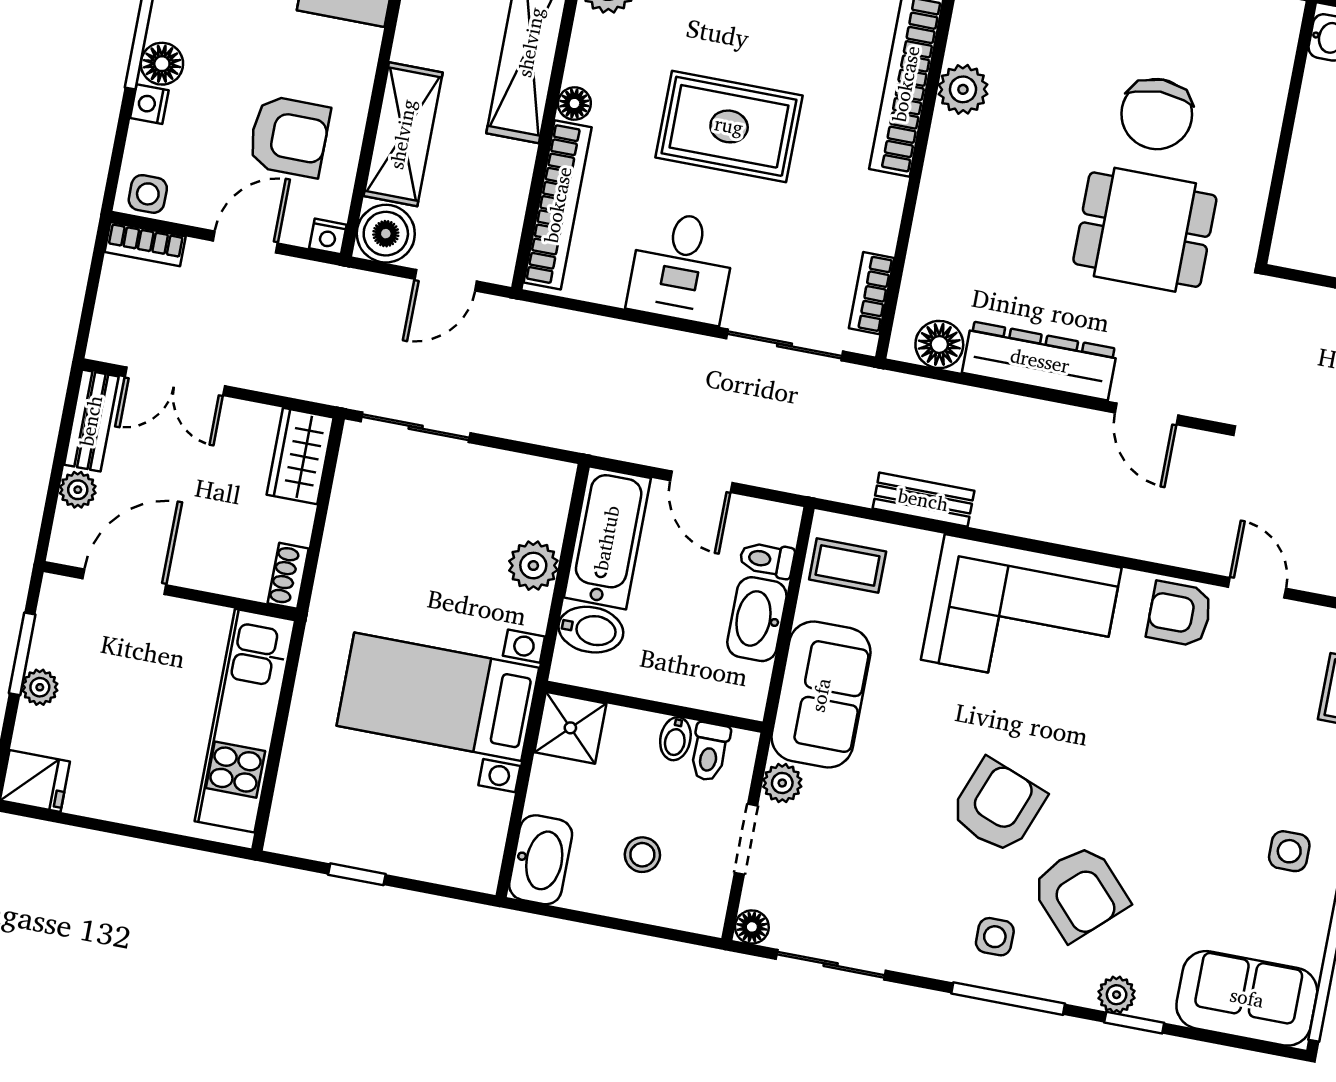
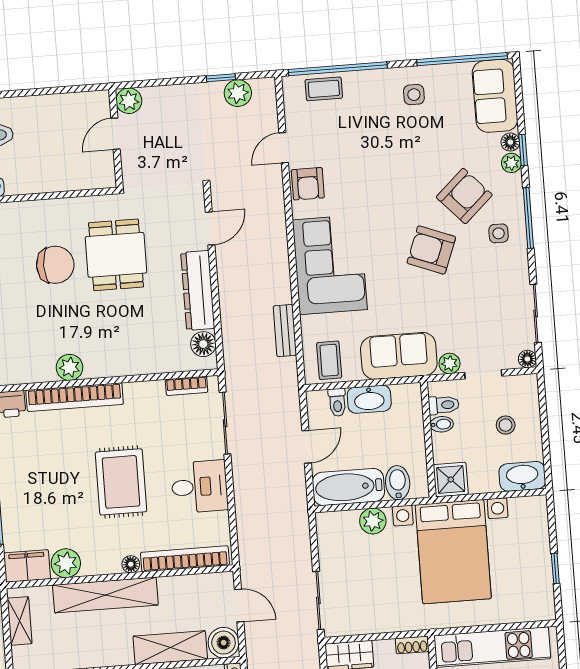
bed with nightstands: (438, 697) -> (453, 552), width x1.36
floor lamp: (1155, 1003) -> (510, 142), added

